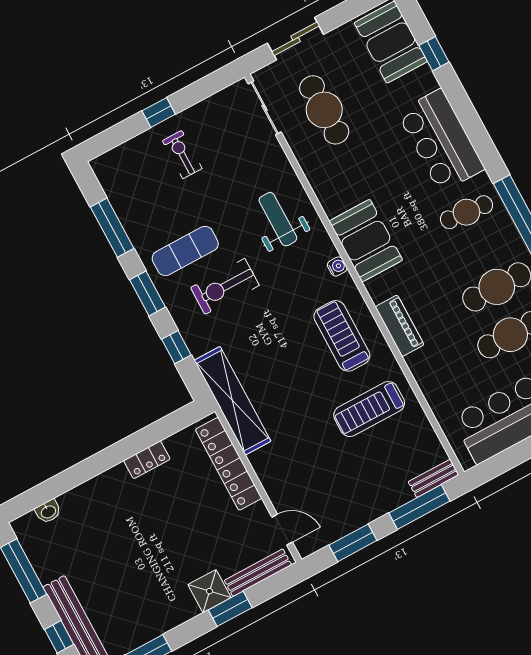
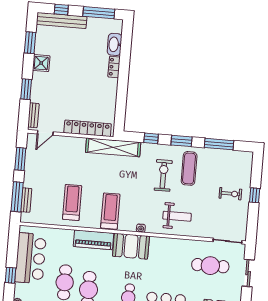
booth: (366, 241) -> (131, 246), moved
piano: (400, 326) -> (93, 240), width x1.37, depth x1.33
treadmill: (342, 336) -> (110, 211), turned -90
locker: (147, 460) -> (114, 67), moved
bench: (434, 478) -> (26, 200), moved
washbasin: (48, 511) -> (115, 44), width x1.91, depth x1.45
bench: (258, 573) -> (33, 115), width x0.73
shower: (209, 591) -> (41, 63), moved

